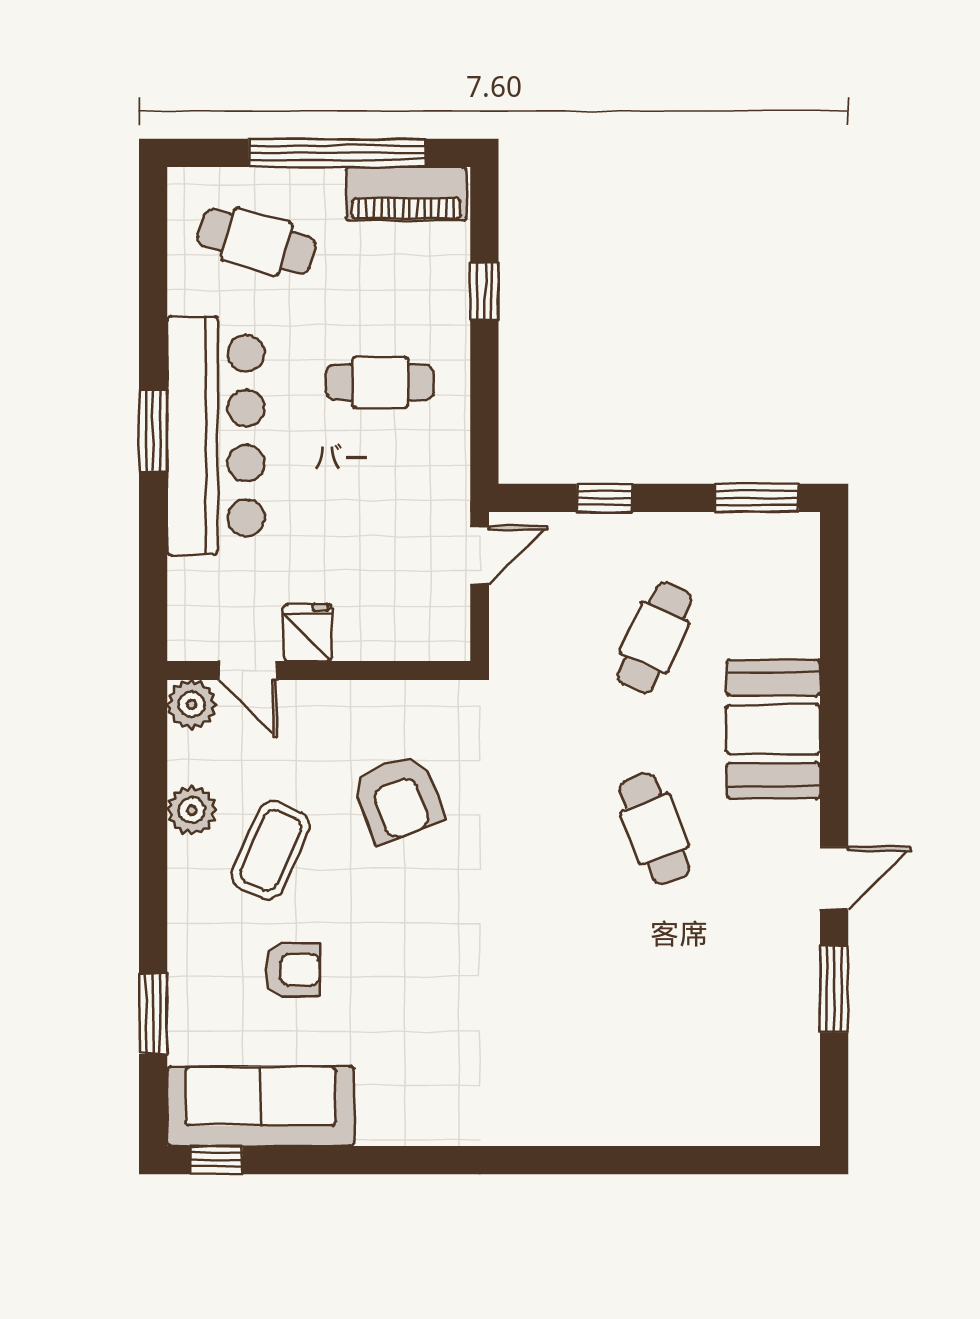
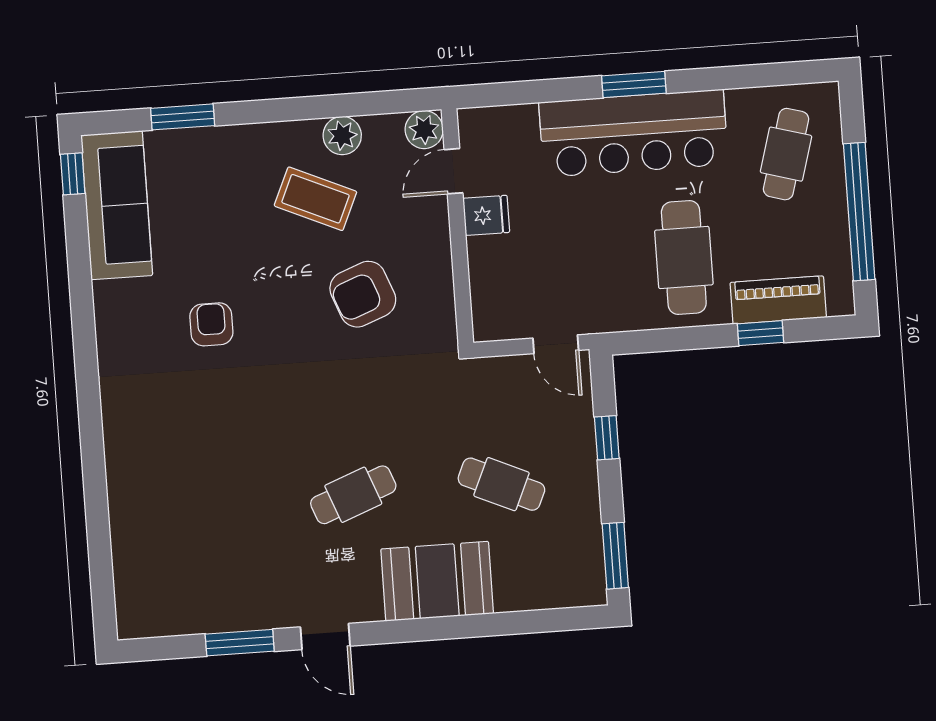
piano: (406, 194) -> (778, 300), moved, turned 90
cafe table: (380, 382) -> (684, 257), width x1.37, depth x1.35
armchair: (292, 970) -> (211, 324), moved, turned 180

